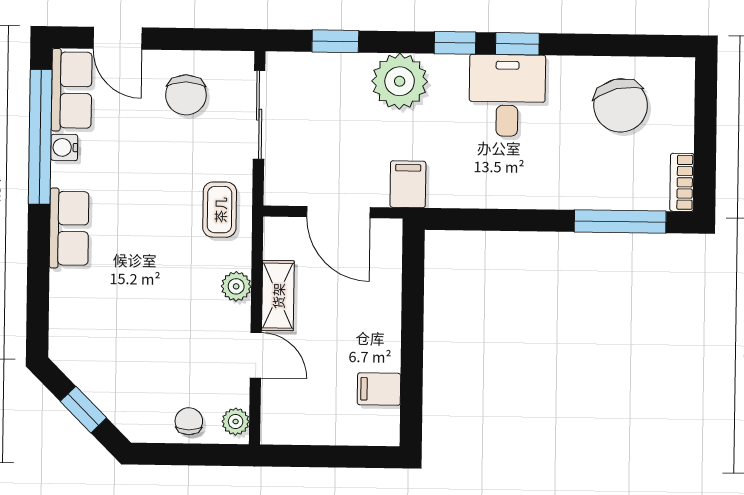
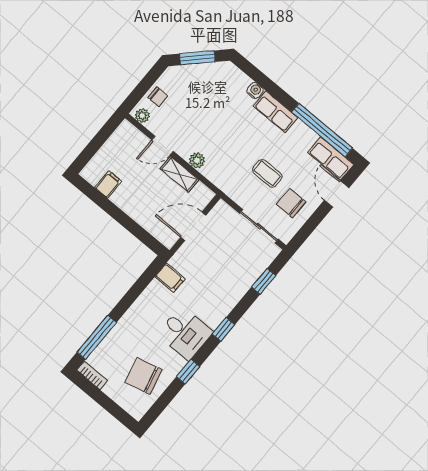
door: (118, 38) -> (337, 194), hinge flipped
window: (517, 44) -> (188, 372), moved
plant: (400, 81) -> (226, 294), removed
water cooler: (64, 147) -> (255, 91), moved
filing cabinet: (408, 184) -> (170, 278), moved
coffee table: (220, 210) -> (267, 173), moved
window: (83, 410) -> (197, 58), width x1.50

